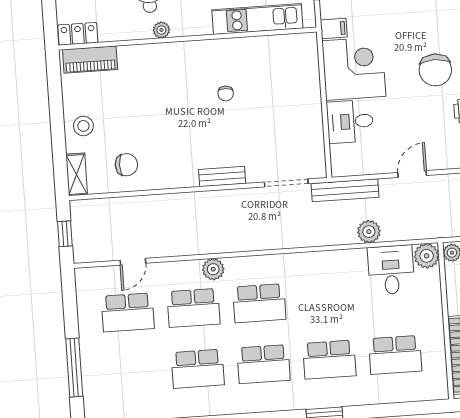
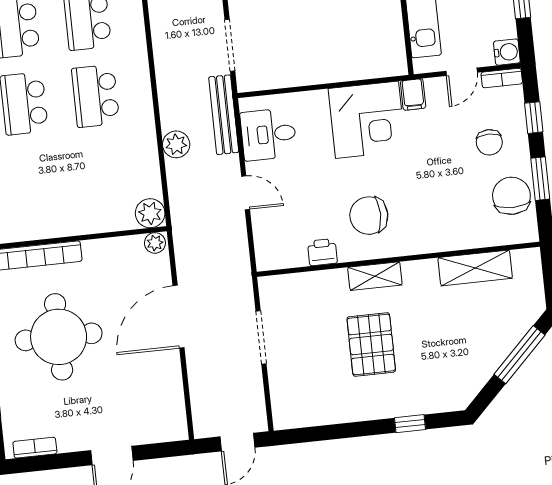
desk: (350, 122) -> (268, 134), moved, turned -90
desk: (391, 270) -> (132, 172), removed
school desk: (395, 355) -> (96, 96), moved

